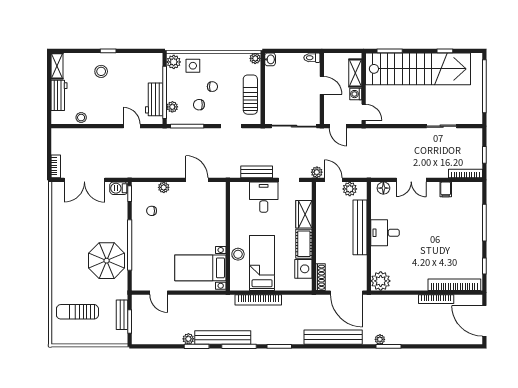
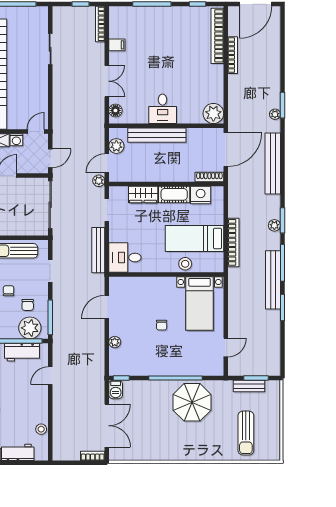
plant: (172, 107) -> (30, 328), width x1.88, depth x1.88
bench: (257, 172) -> (98, 250), width x1.36
desk: (264, 197) -> (125, 258), moved
chair: (152, 211) -> (162, 325), moved
plant: (188, 339) -> (274, 225), moved

